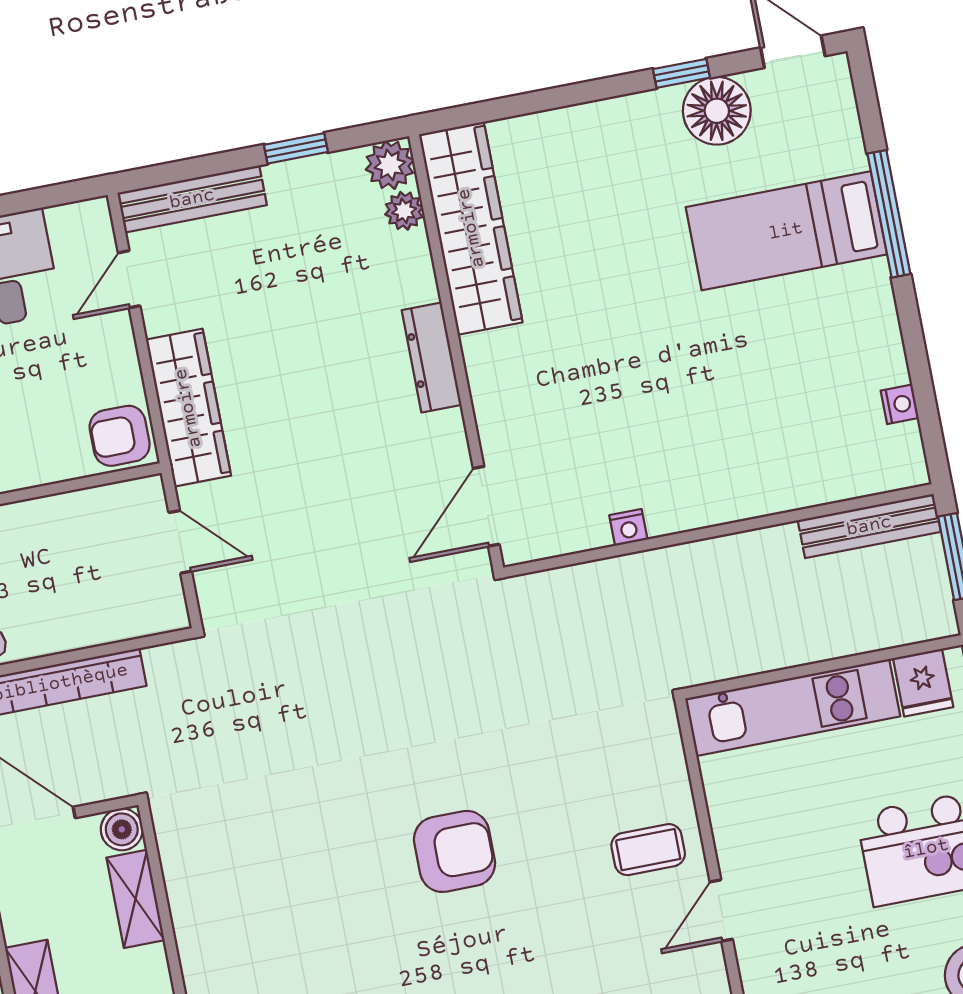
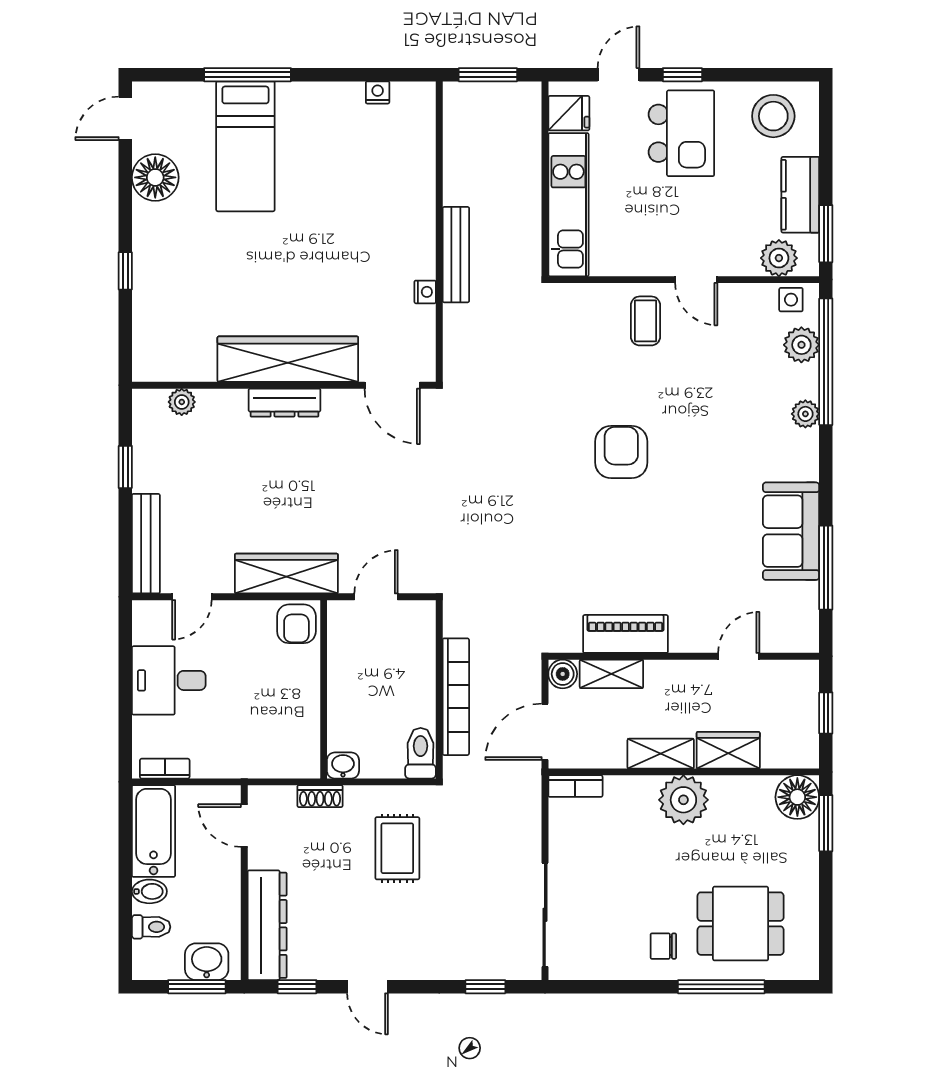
window: (681, 73) -> (125, 271), moved
plant: (390, 165) -> (149, 406), removed
wardrobe: (471, 228) -> (288, 359), moved
door: (129, 279) -> (192, 597), hinge flipped
bench: (869, 526) -> (456, 255), moved
piano: (196, 908) -> (626, 634), added

